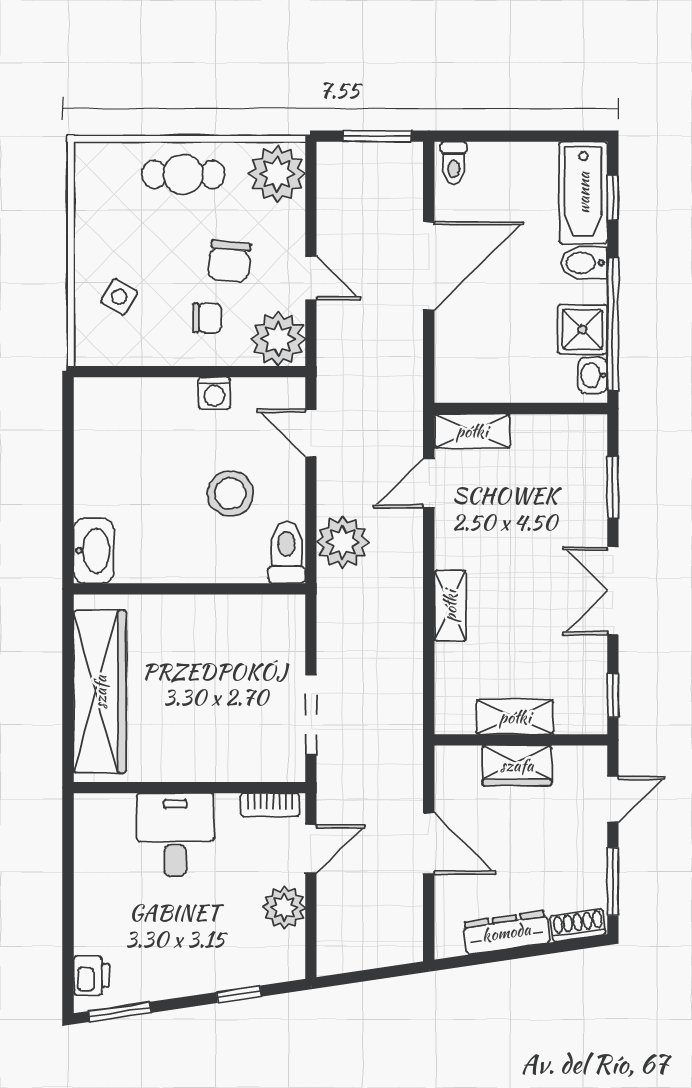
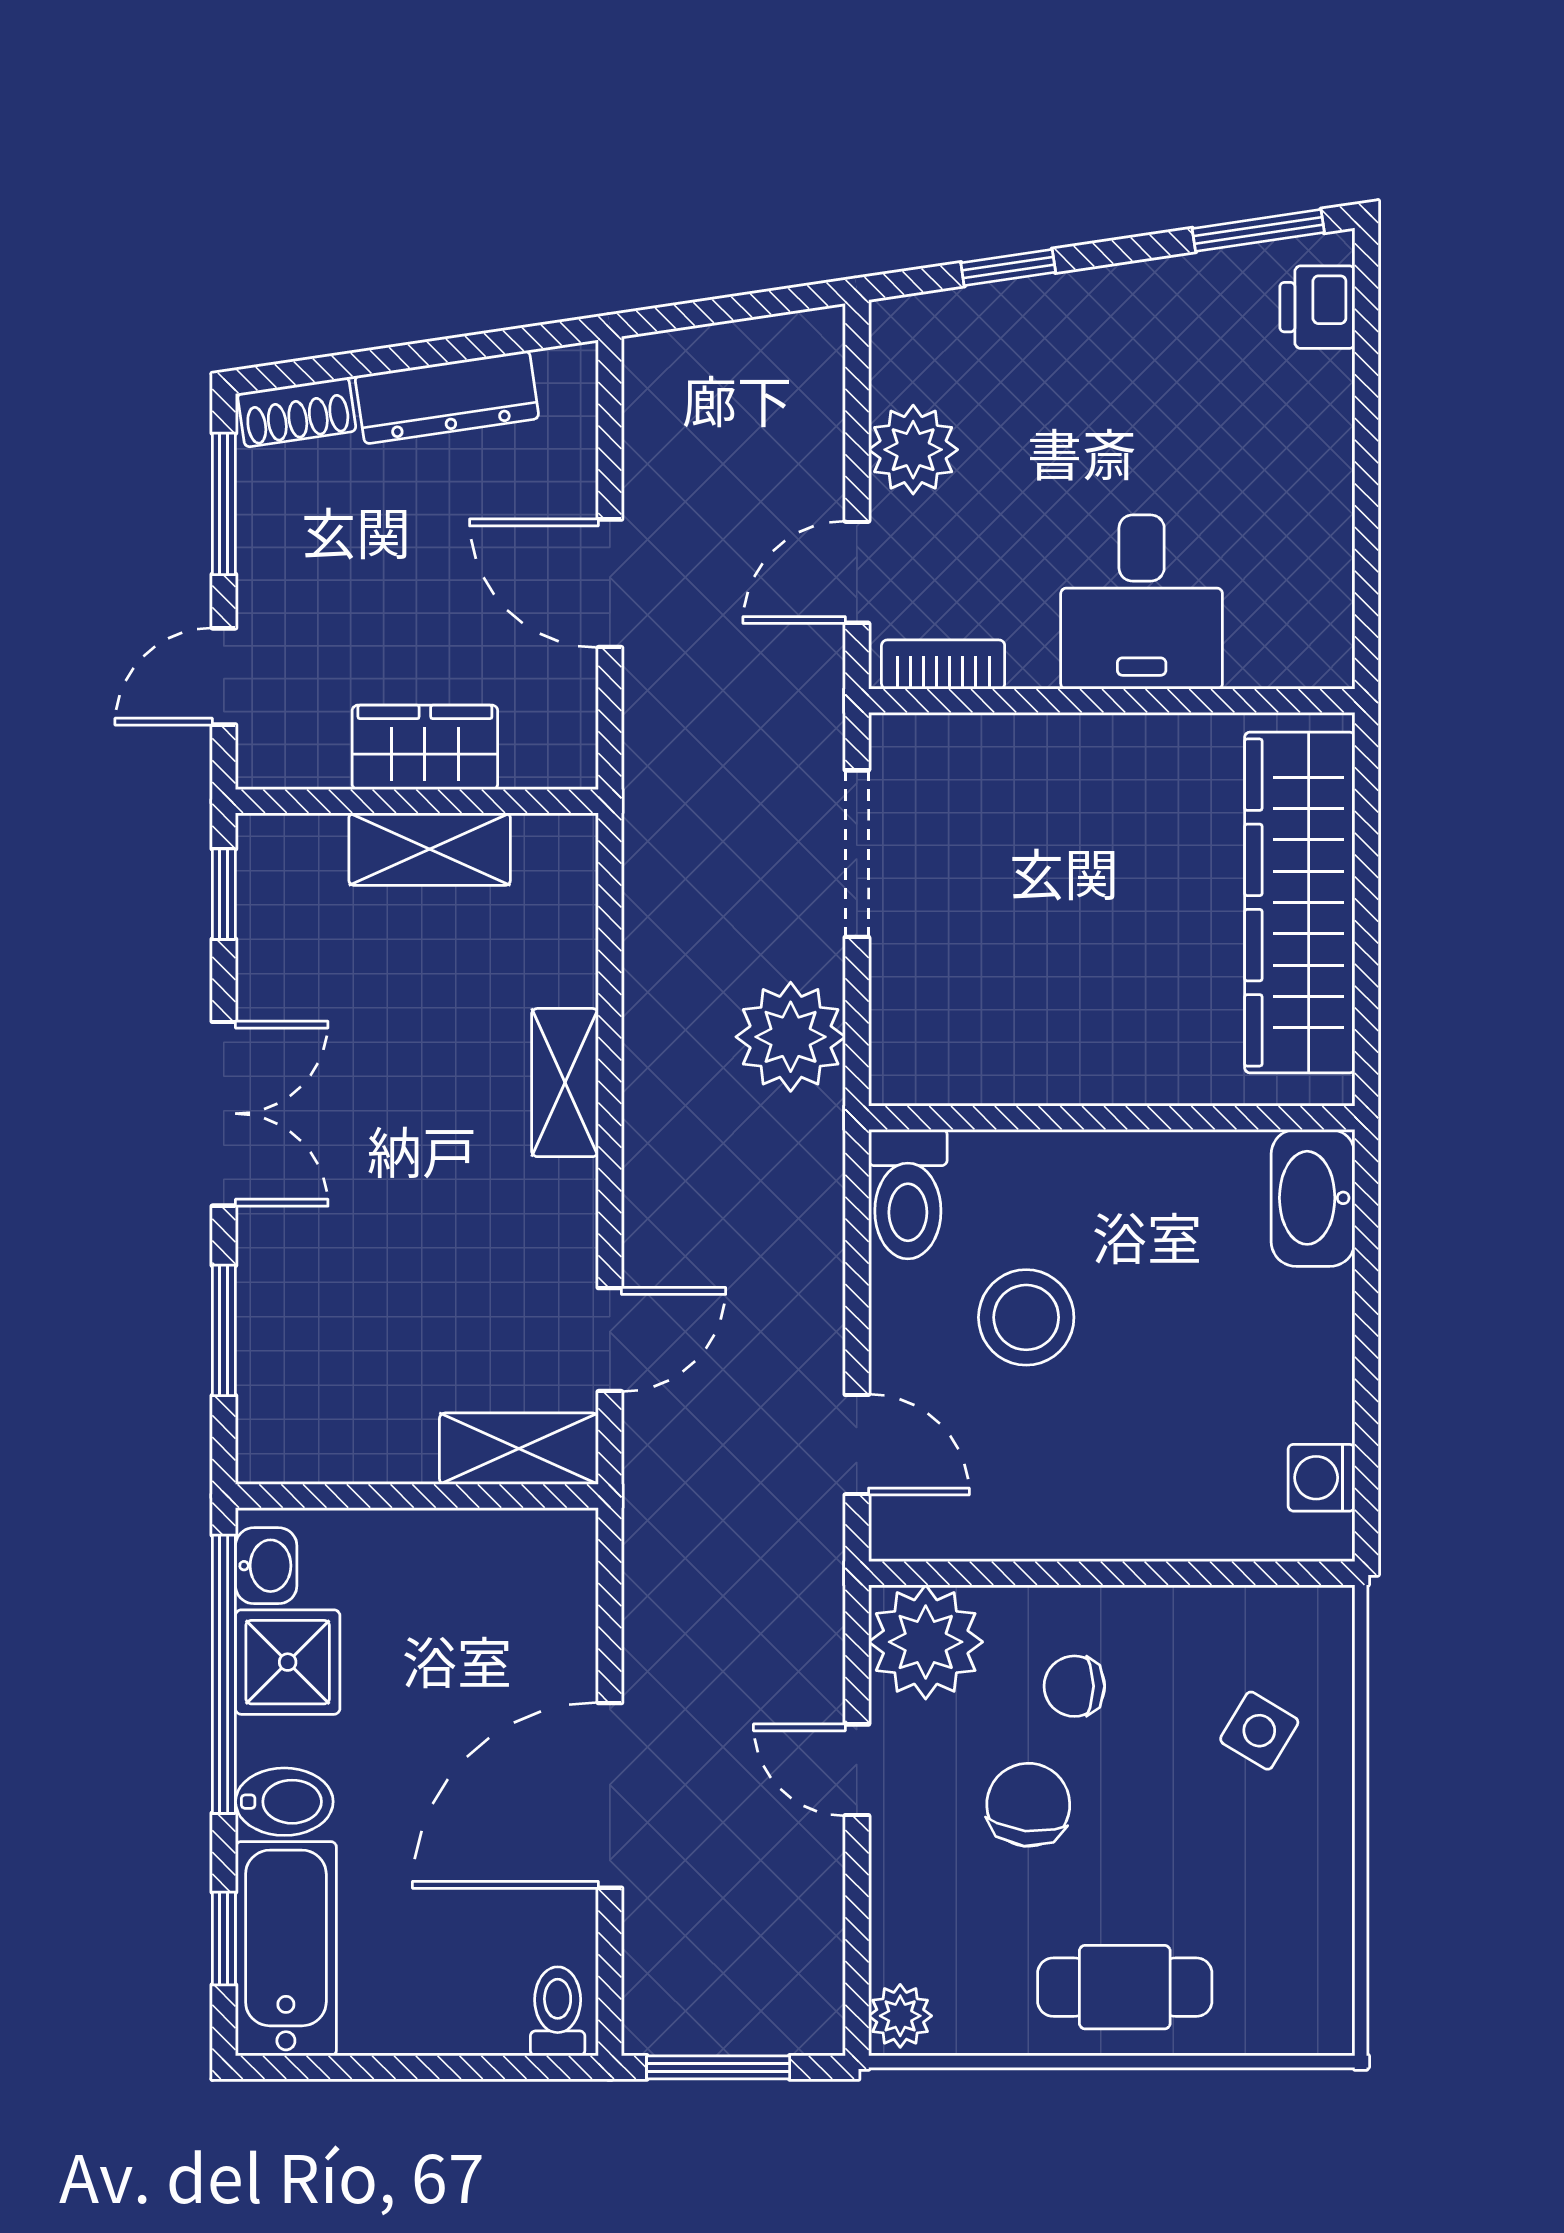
plant: (277, 174) -> (900, 2016), width x0.53, depth x0.53
washing machine: (214, 393) -> (1321, 1478), moved, turned -90
plant: (343, 542) -> (791, 1037), moved

